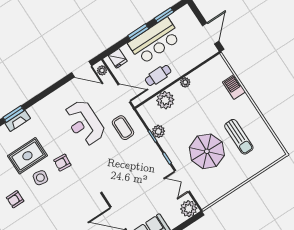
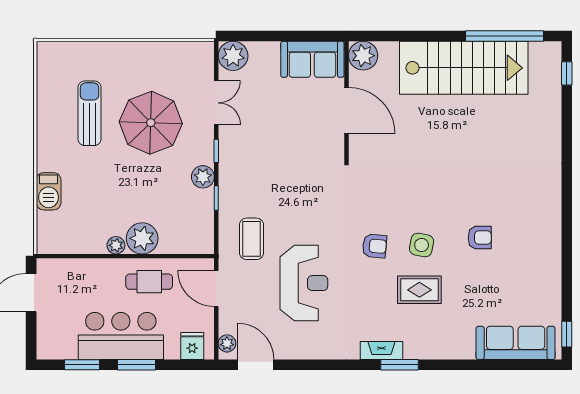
plant: (165, 100) -> (142, 238), moved
fireplace: (18, 121) -> (381, 351), moved
plant: (158, 131) -> (203, 177), moved
rug: (27, 156) -> (419, 290), width x0.73, depth x0.70

